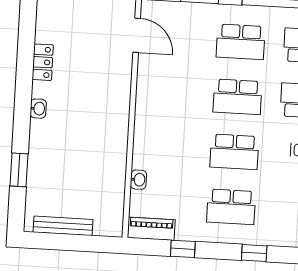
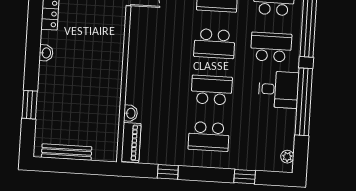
school desk: (234, 152) -> (212, 90), turned 180
piano: (151, 229) -> (131, 142), moved, turned 90
window: (254, 253) -> (245, 177), moved

